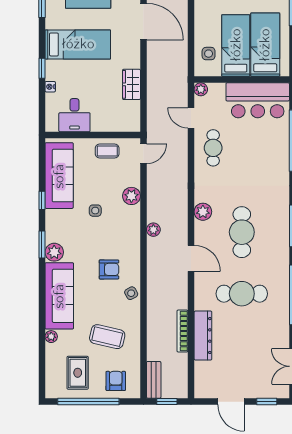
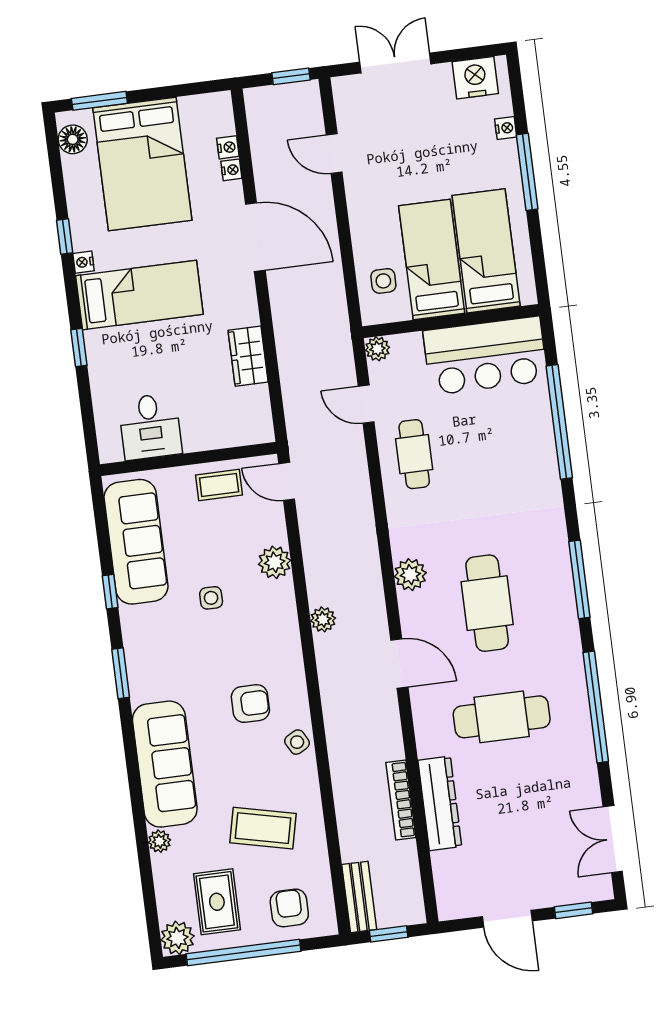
nightstand: (50, 87) -> (83, 262), moved
door: (143, 154) -> (287, 481), swing flipped
plant: (54, 252) -> (177, 938), moved

